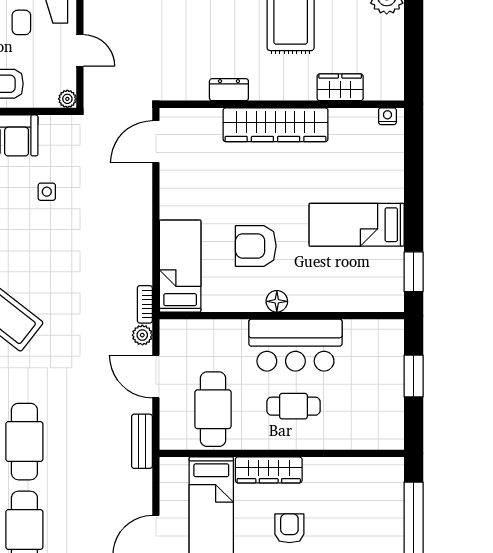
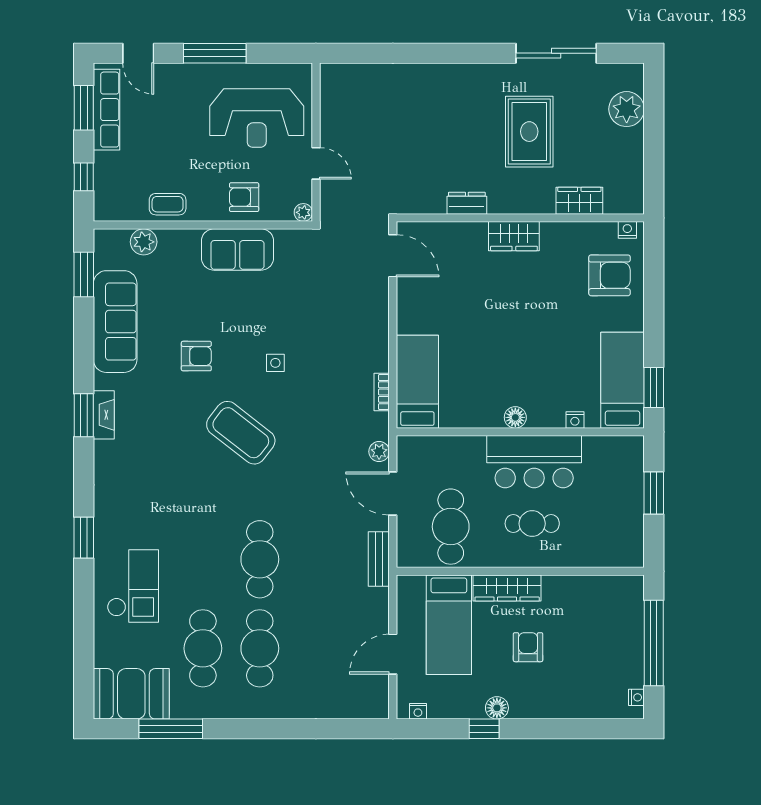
wardrobe: (276, 125) -> (514, 236), width x0.48, depth x0.85
door: (156, 142) -> (393, 256), swing flipped
side table: (47, 192) -> (275, 363), moved
bed: (357, 225) -> (623, 380), moved, turned 90
armchair: (256, 246) -> (609, 275), moved, turned 180
bookcase: (145, 304) -> (382, 392), moved
nightstand: (336, 304) -> (575, 420), added

